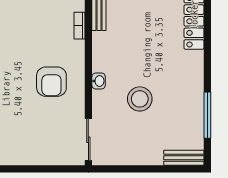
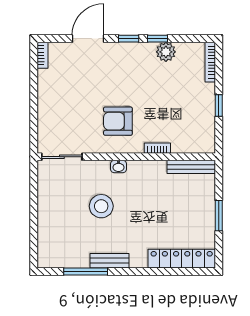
bookcase: (79, 26) -> (157, 148), moved
bench: (184, 158) -> (109, 261), moved, turned 90

